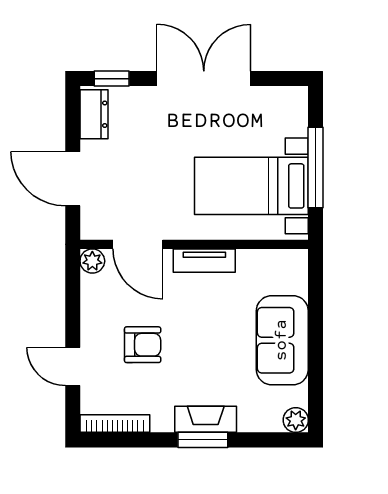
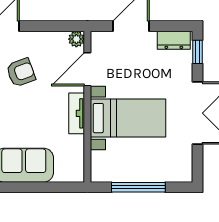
bed with nightstands: (251, 186) -> (128, 118), moved, turned 90
armchair: (143, 345) -> (21, 72), turned -110

